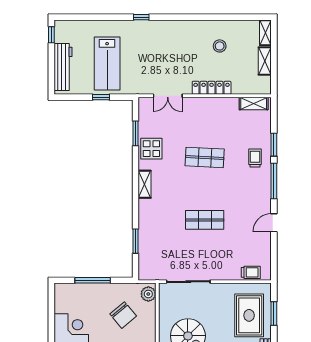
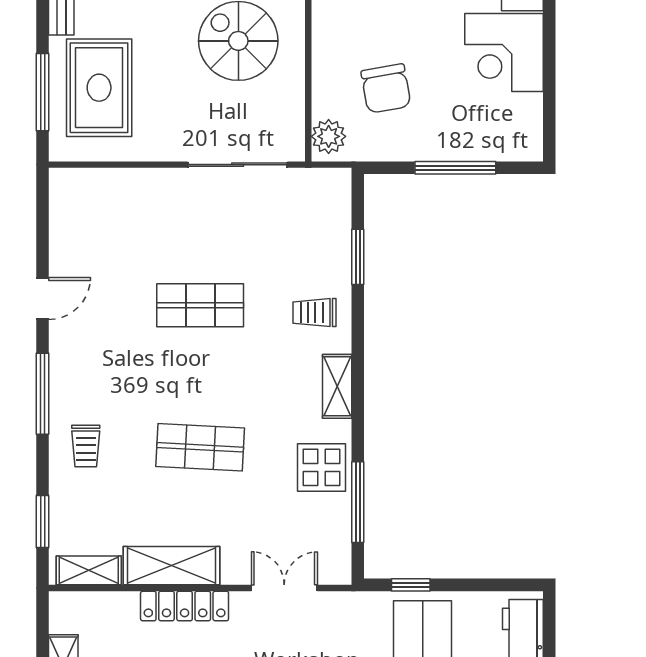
window: (101, 97) -> (411, 585), moved
shelving: (217, 106) -> (171, 566), added
window: (136, 133) -> (358, 502), width x1.44
window: (274, 145) -> (43, 522), moved
trolley: (251, 272) -> (315, 313), moved
window: (274, 313) -> (43, 92), width x1.44
chair: (123, 315) -> (386, 88), turned -150

